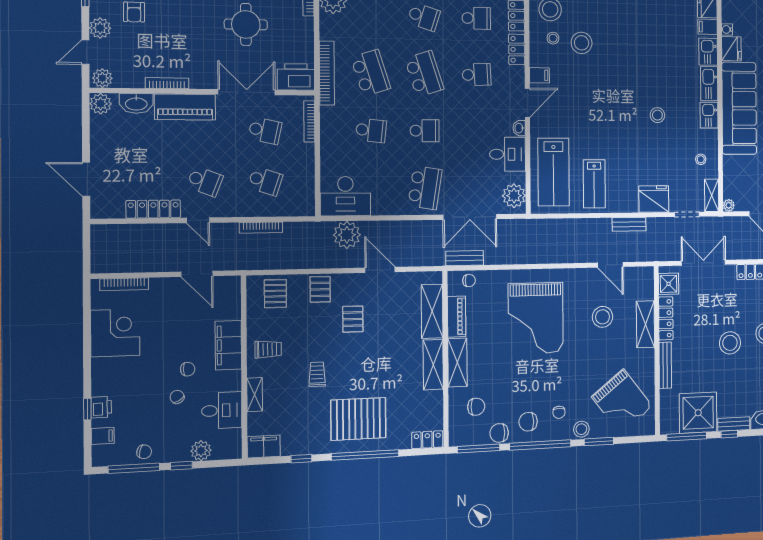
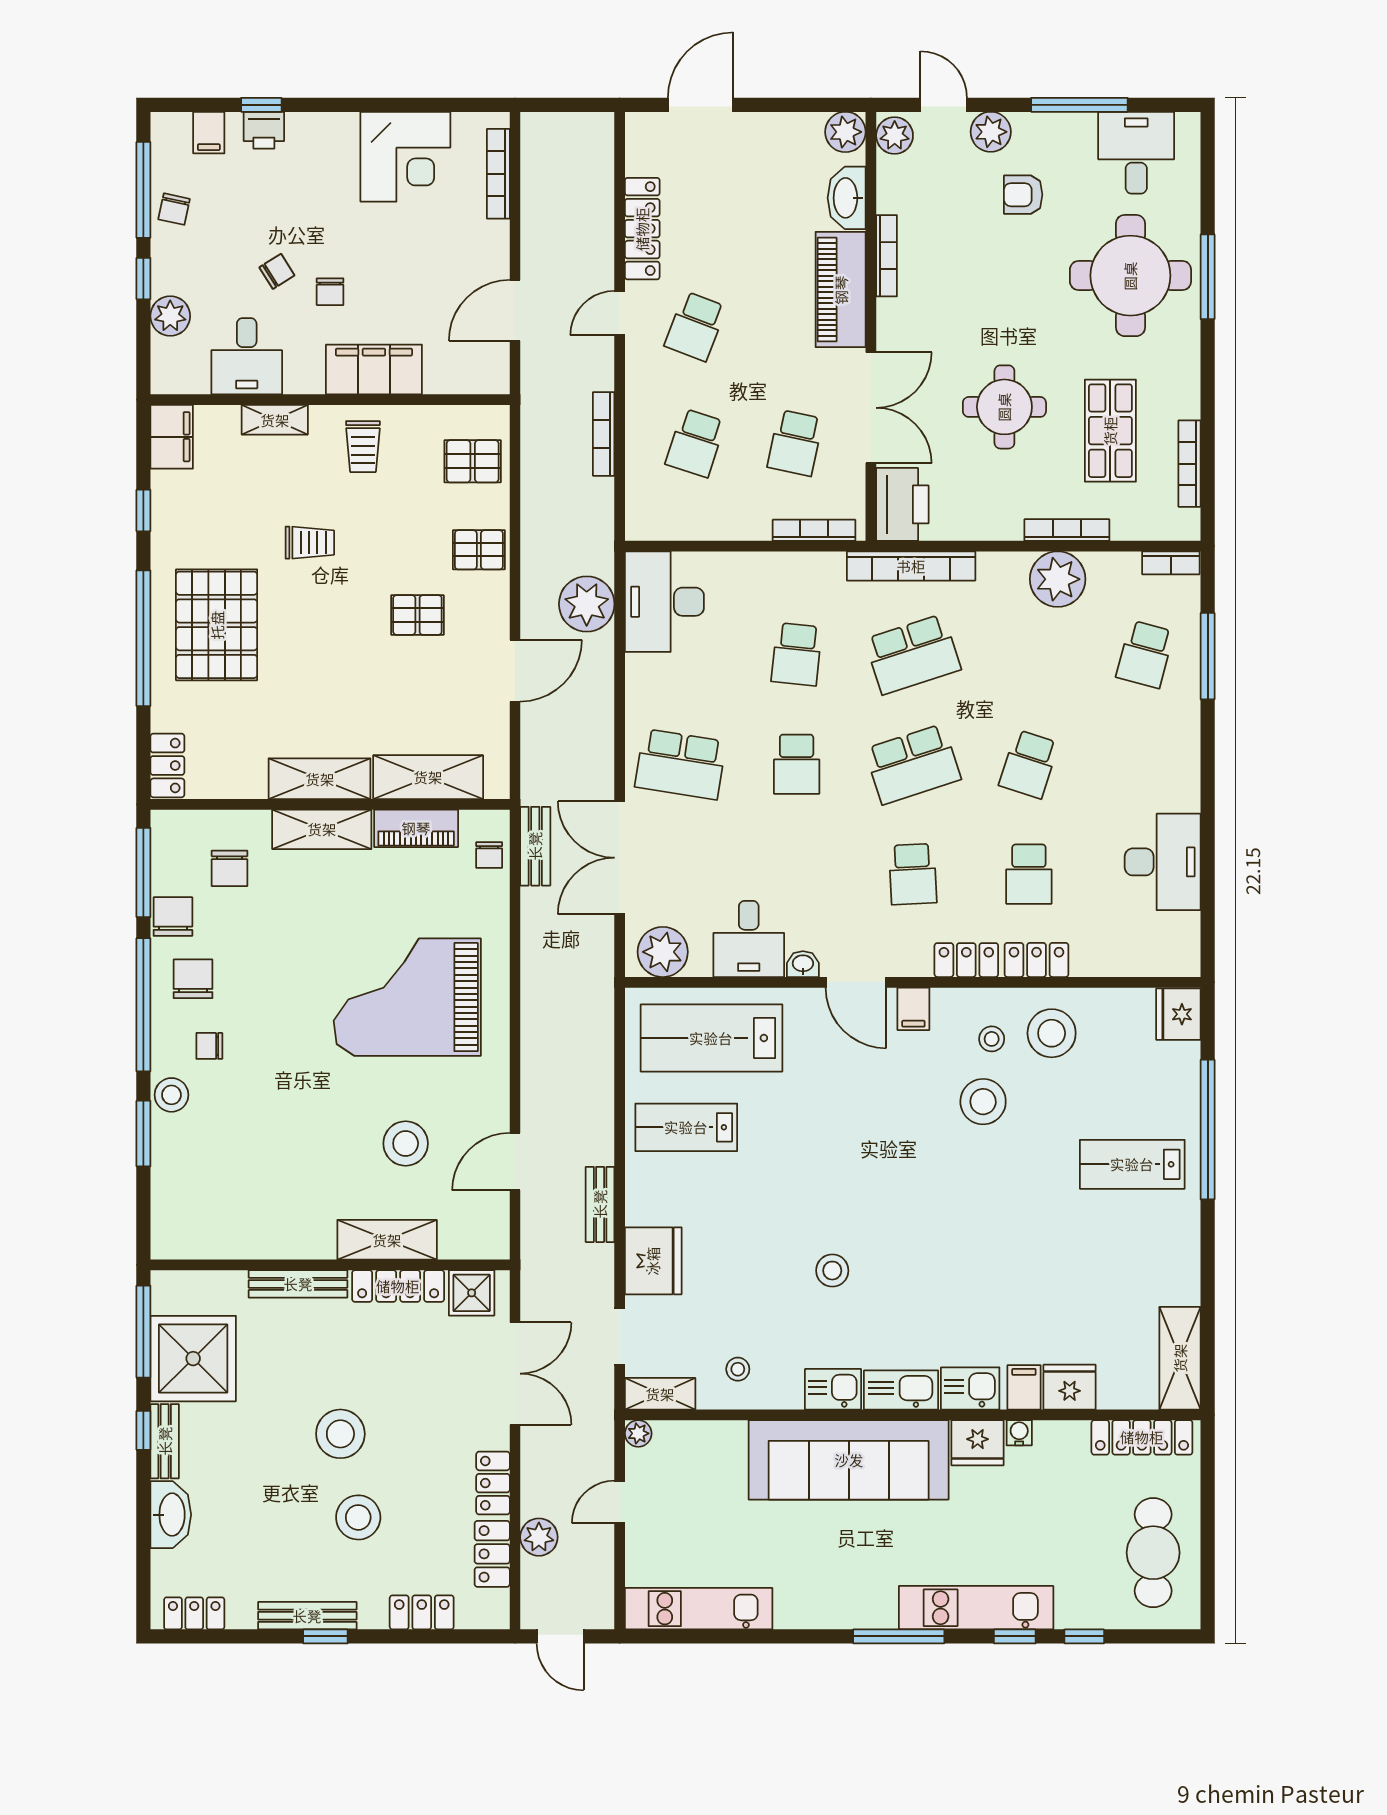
grand piano: (622, 401) -> (225, 1186), removed

